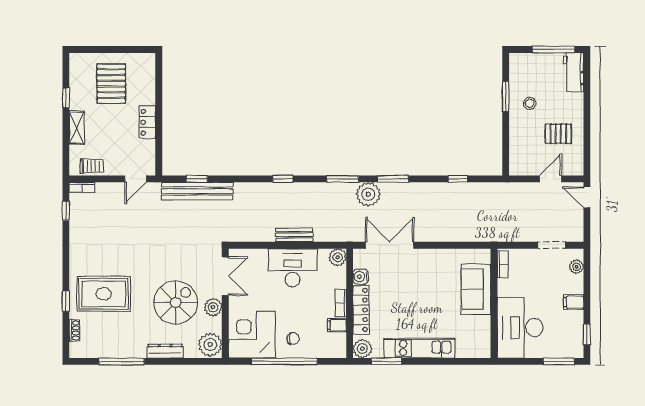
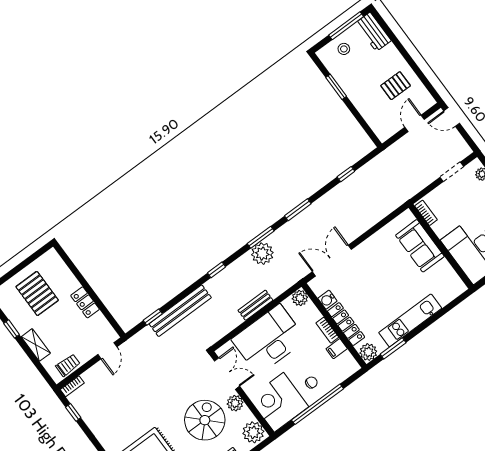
stool: (530, 103) -> (344, 49), moved
bench: (197, 191) -> (180, 311), moved
plant: (368, 194) -> (262, 254), moved
desk: (293, 268) -> (269, 339), width x1.36, depth x1.30

